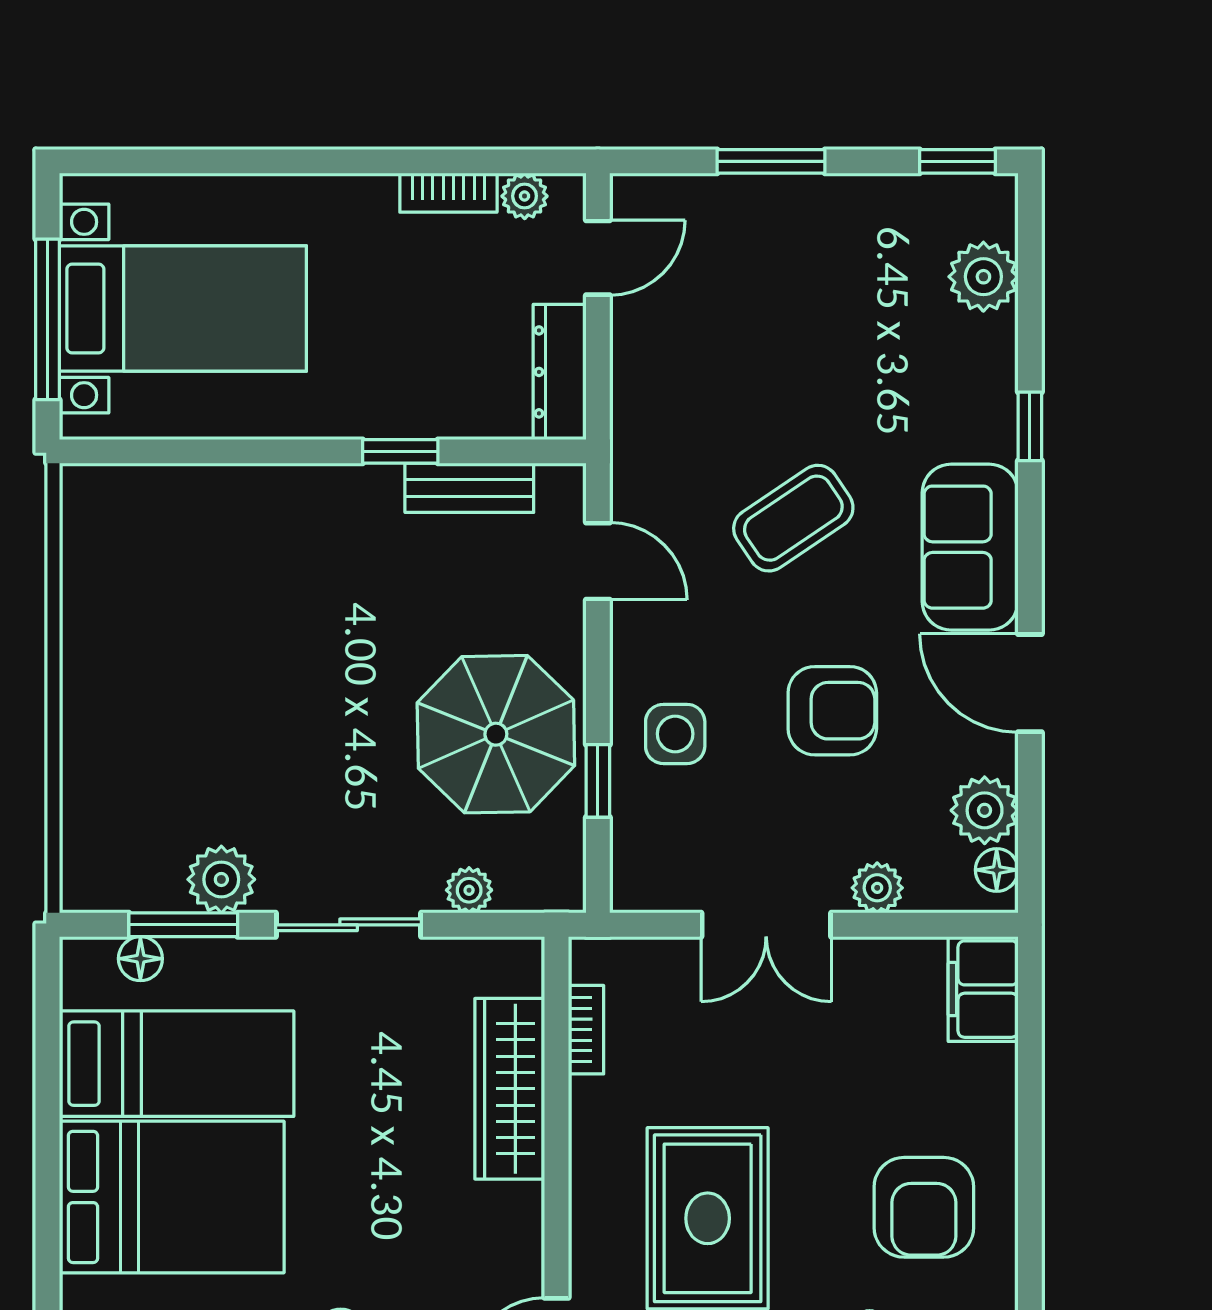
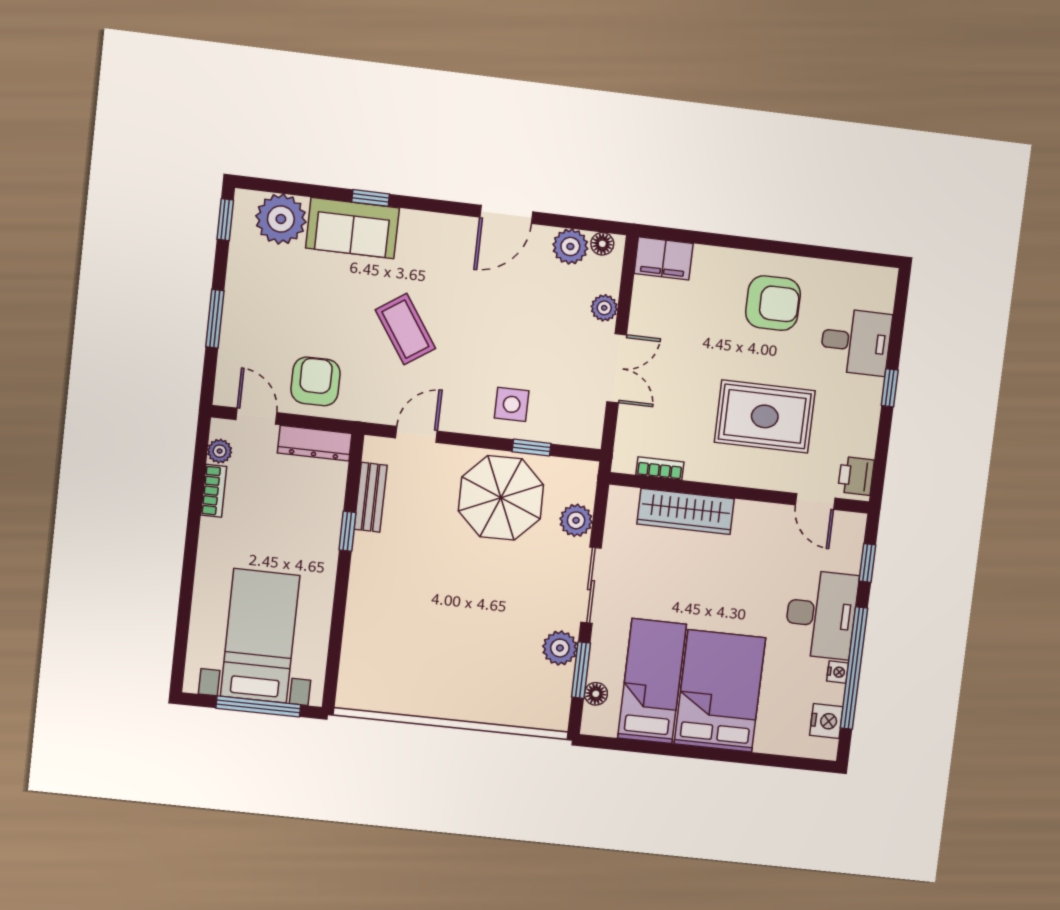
plant: (983, 277) -> (281, 219), width x1.36, depth x1.36
sofa: (970, 547) -> (353, 228), moved
armchair: (832, 711) -> (316, 381), moved
plant: (469, 890) -> (576, 520), width x1.38, depth x1.38

